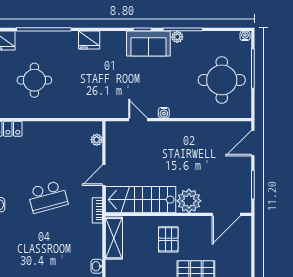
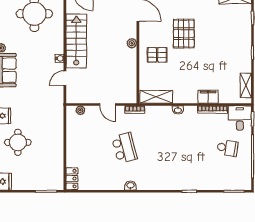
round table: (34, 80) -> (18, 142), moved
stairs: (141, 200) -> (76, 41), moved, turned 180
plant: (189, 201) -> (132, 43), width x0.53, depth x0.53

